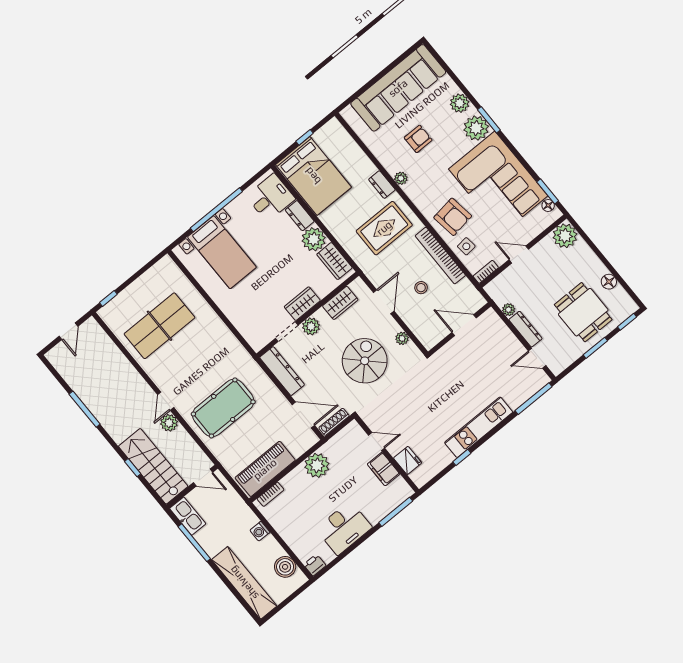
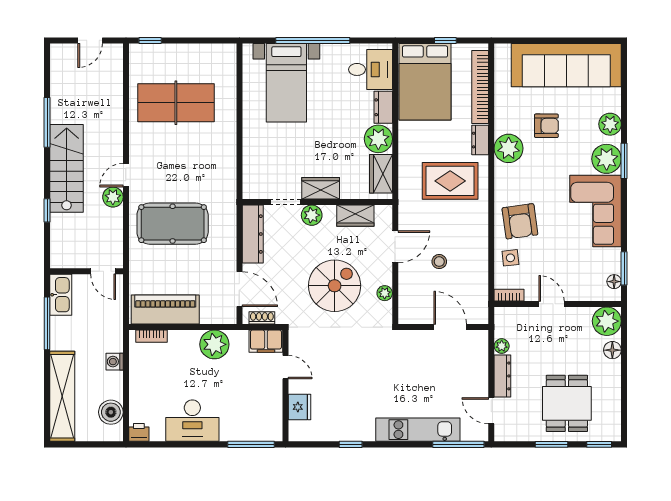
plant: (401, 178) -> (509, 148), width x1.87, depth x1.87
corner sofa: (498, 182) -> (596, 211), width x0.73, depth x0.74
bookcase: (440, 256) -> (480, 87), moved
floor lamp: (609, 282) -> (612, 350), moved
shoe rack: (334, 422) -> (262, 318), width x0.70
kitchen unit: (479, 427) -> (418, 430), moved
stairs: (153, 466) -> (67, 168), moved
filing cabinet: (383, 469) -> (266, 341), moved, turned -90

